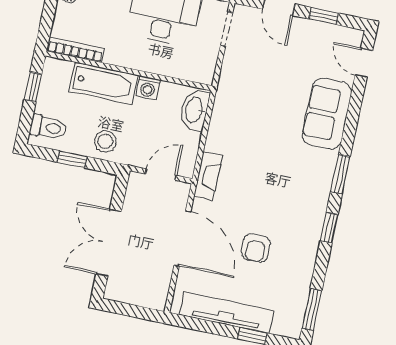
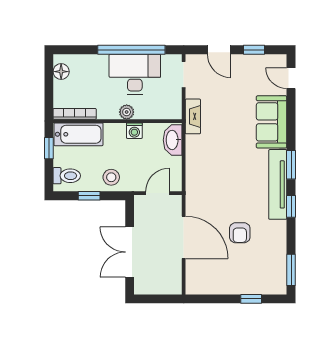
plant: (143, 62) -> (127, 112), added
bathtub: (103, 83) -> (78, 134), moved
fireplace: (208, 176) -> (193, 116), moved
tv unit: (227, 313) -> (278, 184), moved, turned -90

